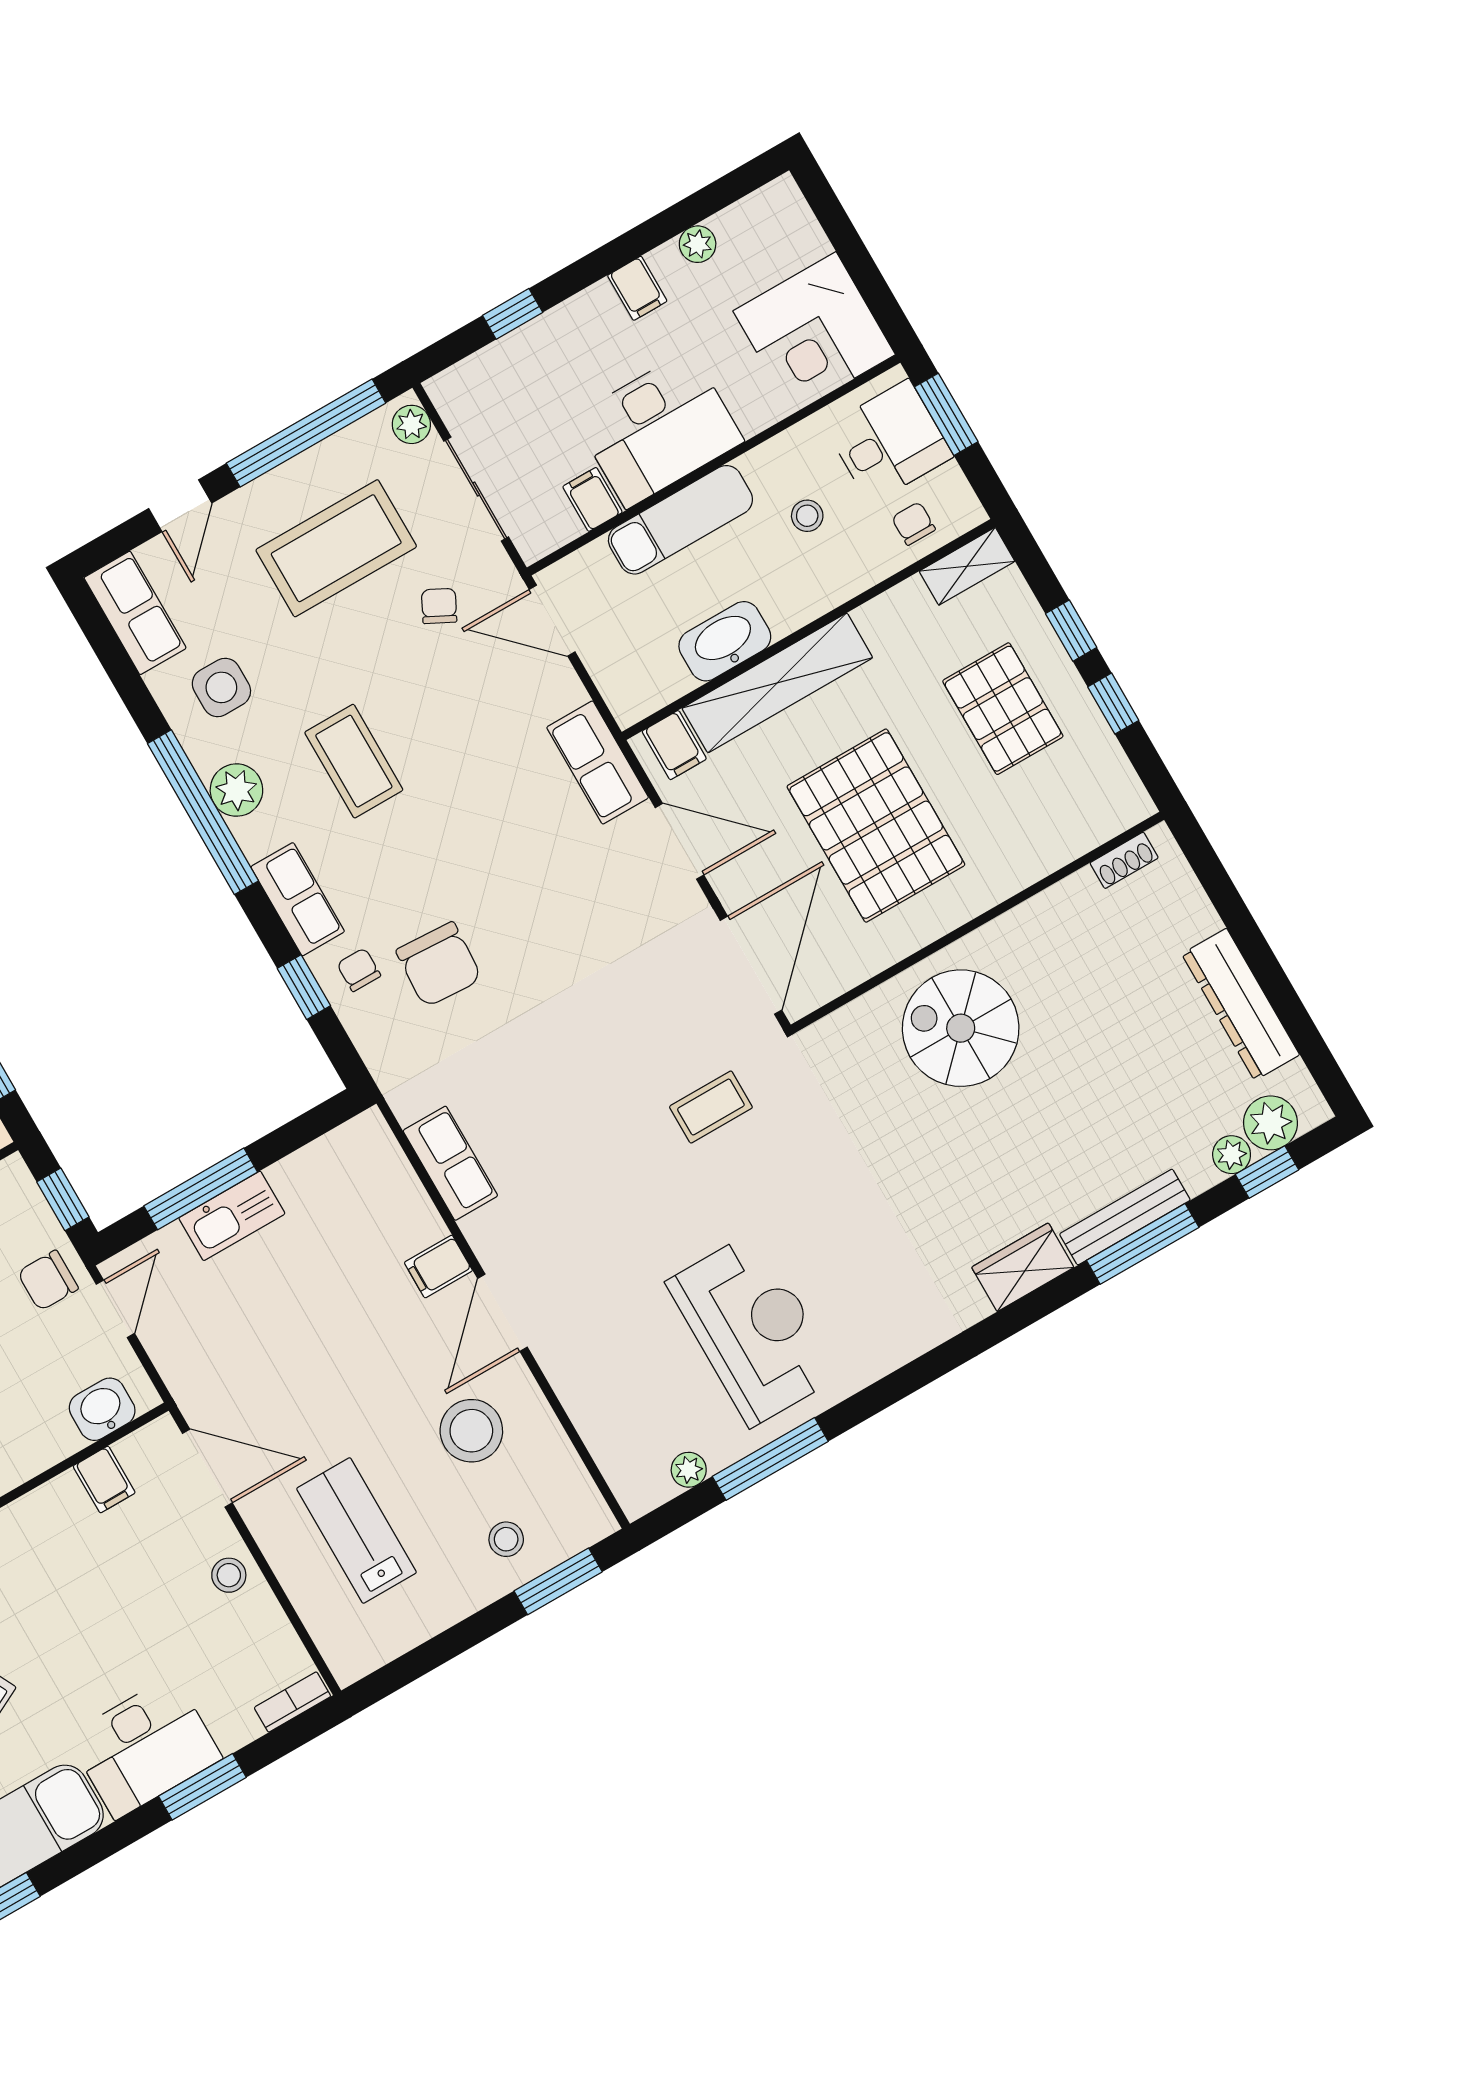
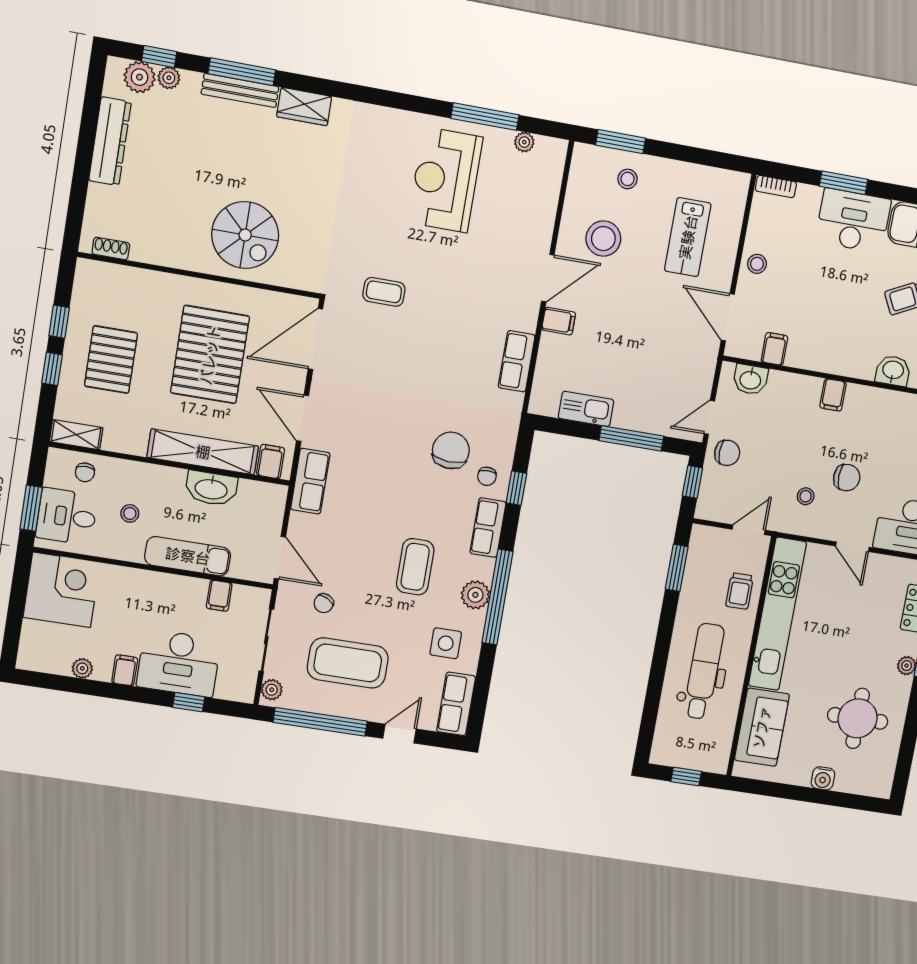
desk: (658, 429) -> (179, 663), moved, turned 180
kitchen sink: (232, 1216) -> (586, 409), moved

